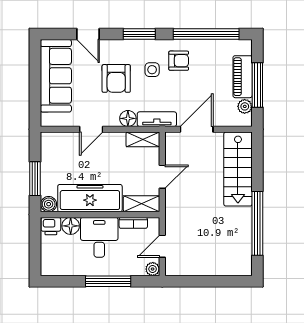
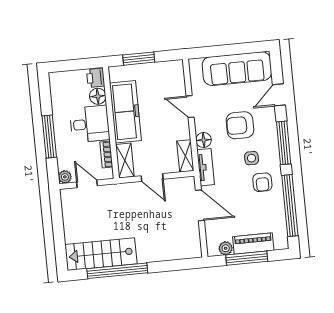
window: (139, 34) -> (284, 143), width x1.44
stairs: (238, 169) -> (101, 254), moved
boiler: (49, 204) -> (116, 74), removed

